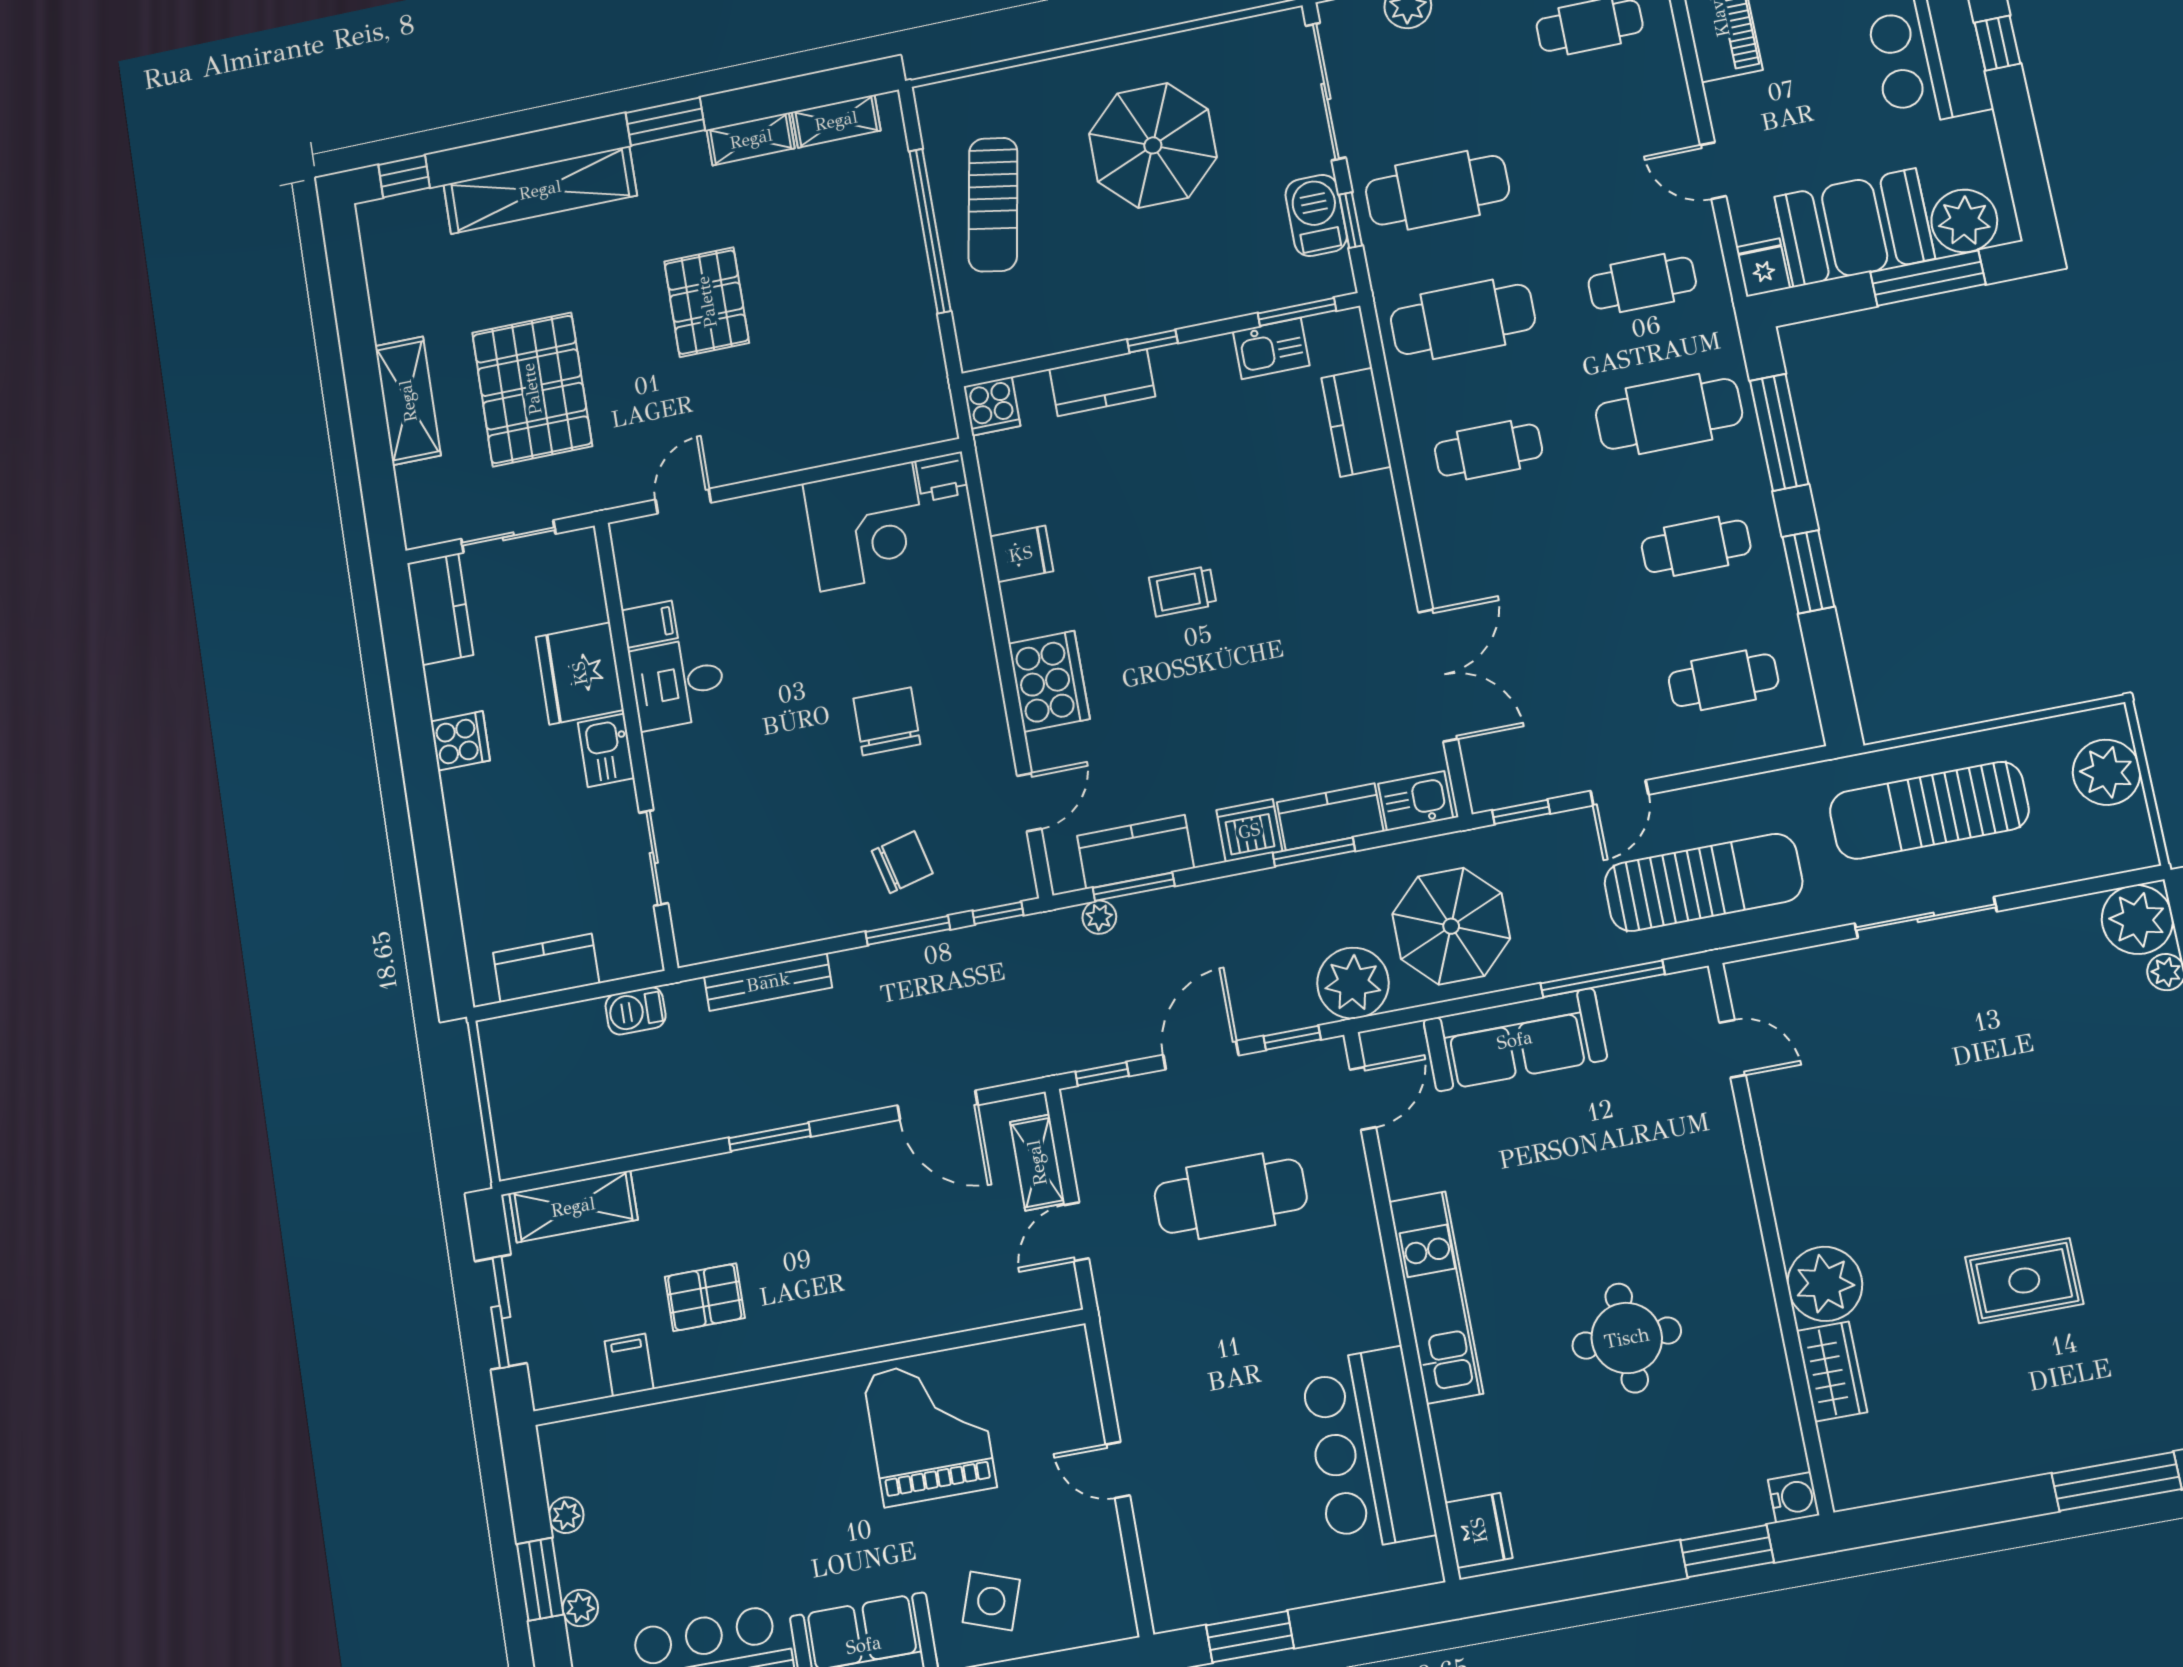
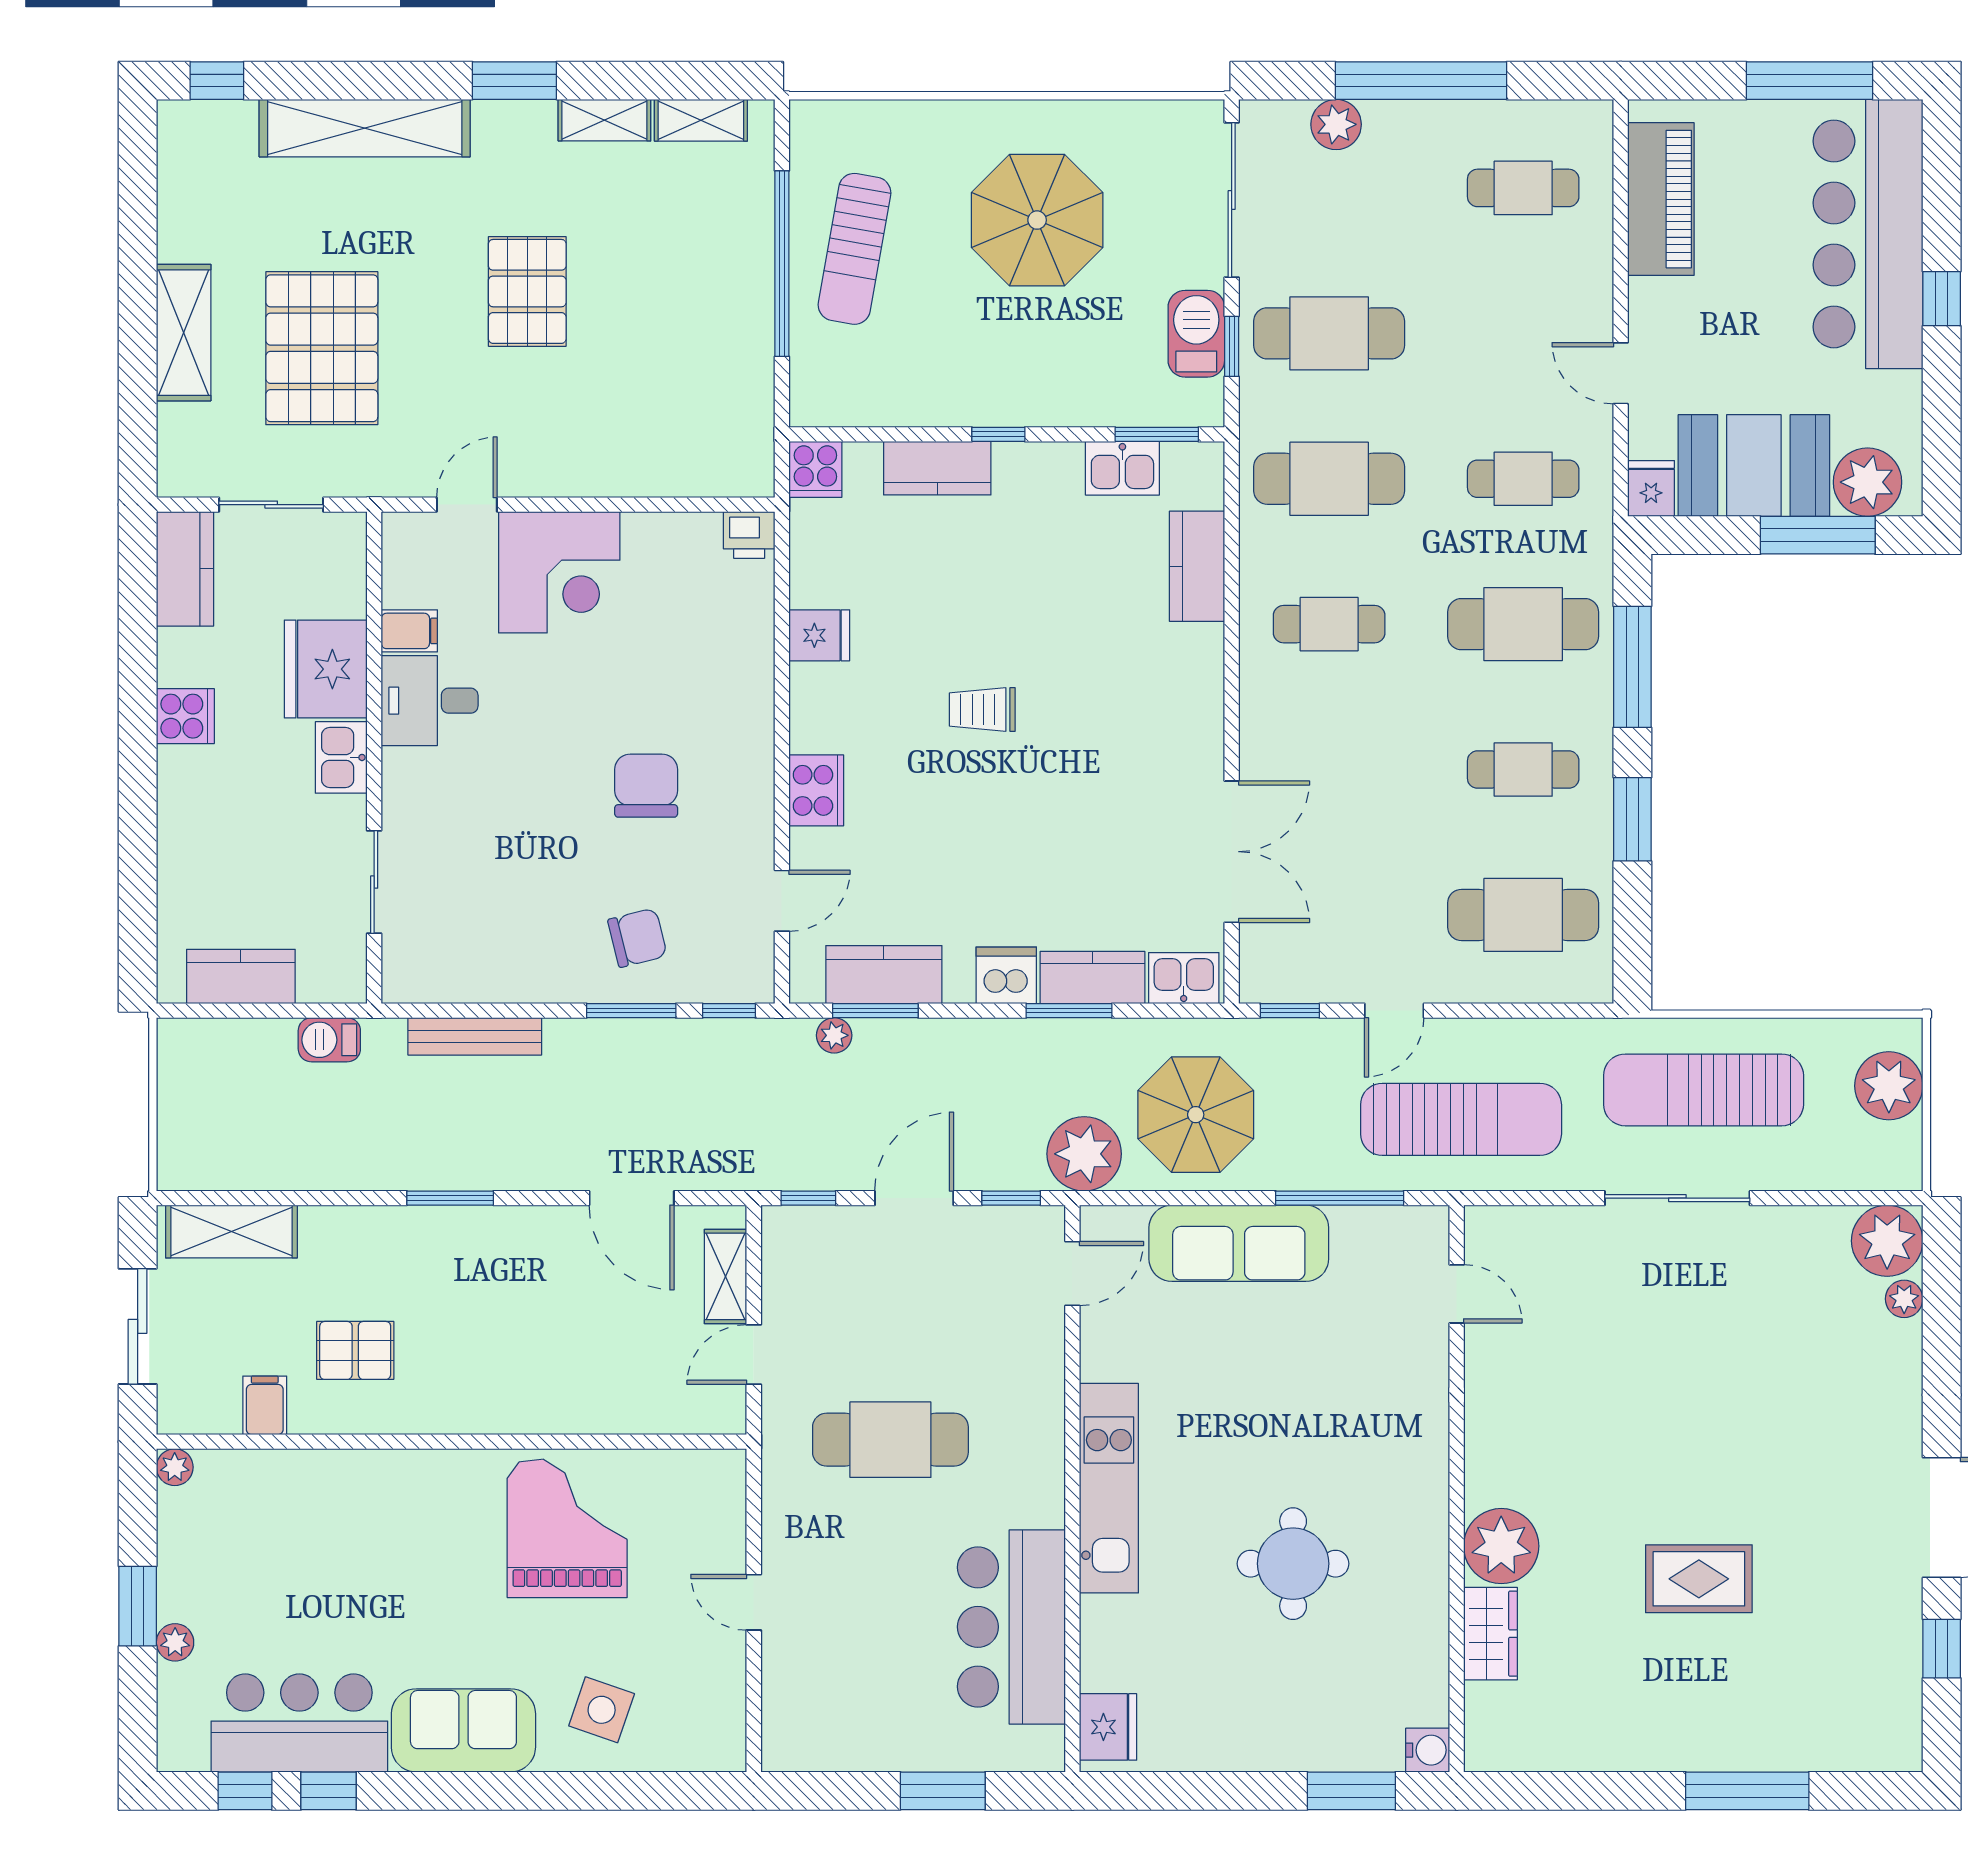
corner desk: (866, 527) -> (559, 572), moved
cafe table: (1723, 680) -> (1523, 915), width x1.37, depth x1.35
cooker: (1049, 681) -> (816, 790), width x0.73, depth x0.76
cafe table: (1231, 1196) -> (890, 1440), moved
plant: (566, 1515) -> (175, 1467), moved
window: (1250, 1637) -> (943, 1791), moved

